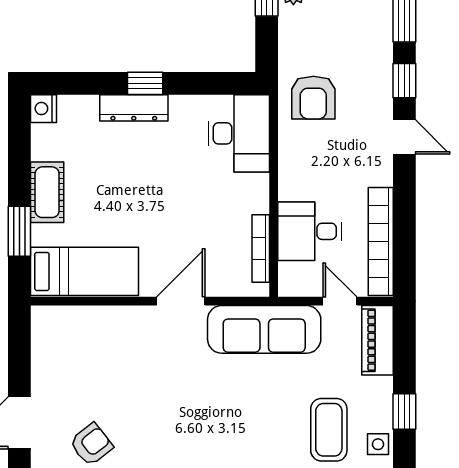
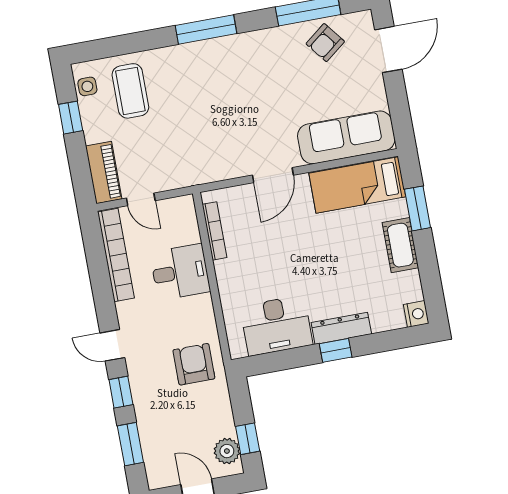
desk: (239, 133) -> (276, 325), moved, turned -90
desk: (310, 231) -> (180, 272), moved
sofa: (264, 329) -> (346, 137), moved

